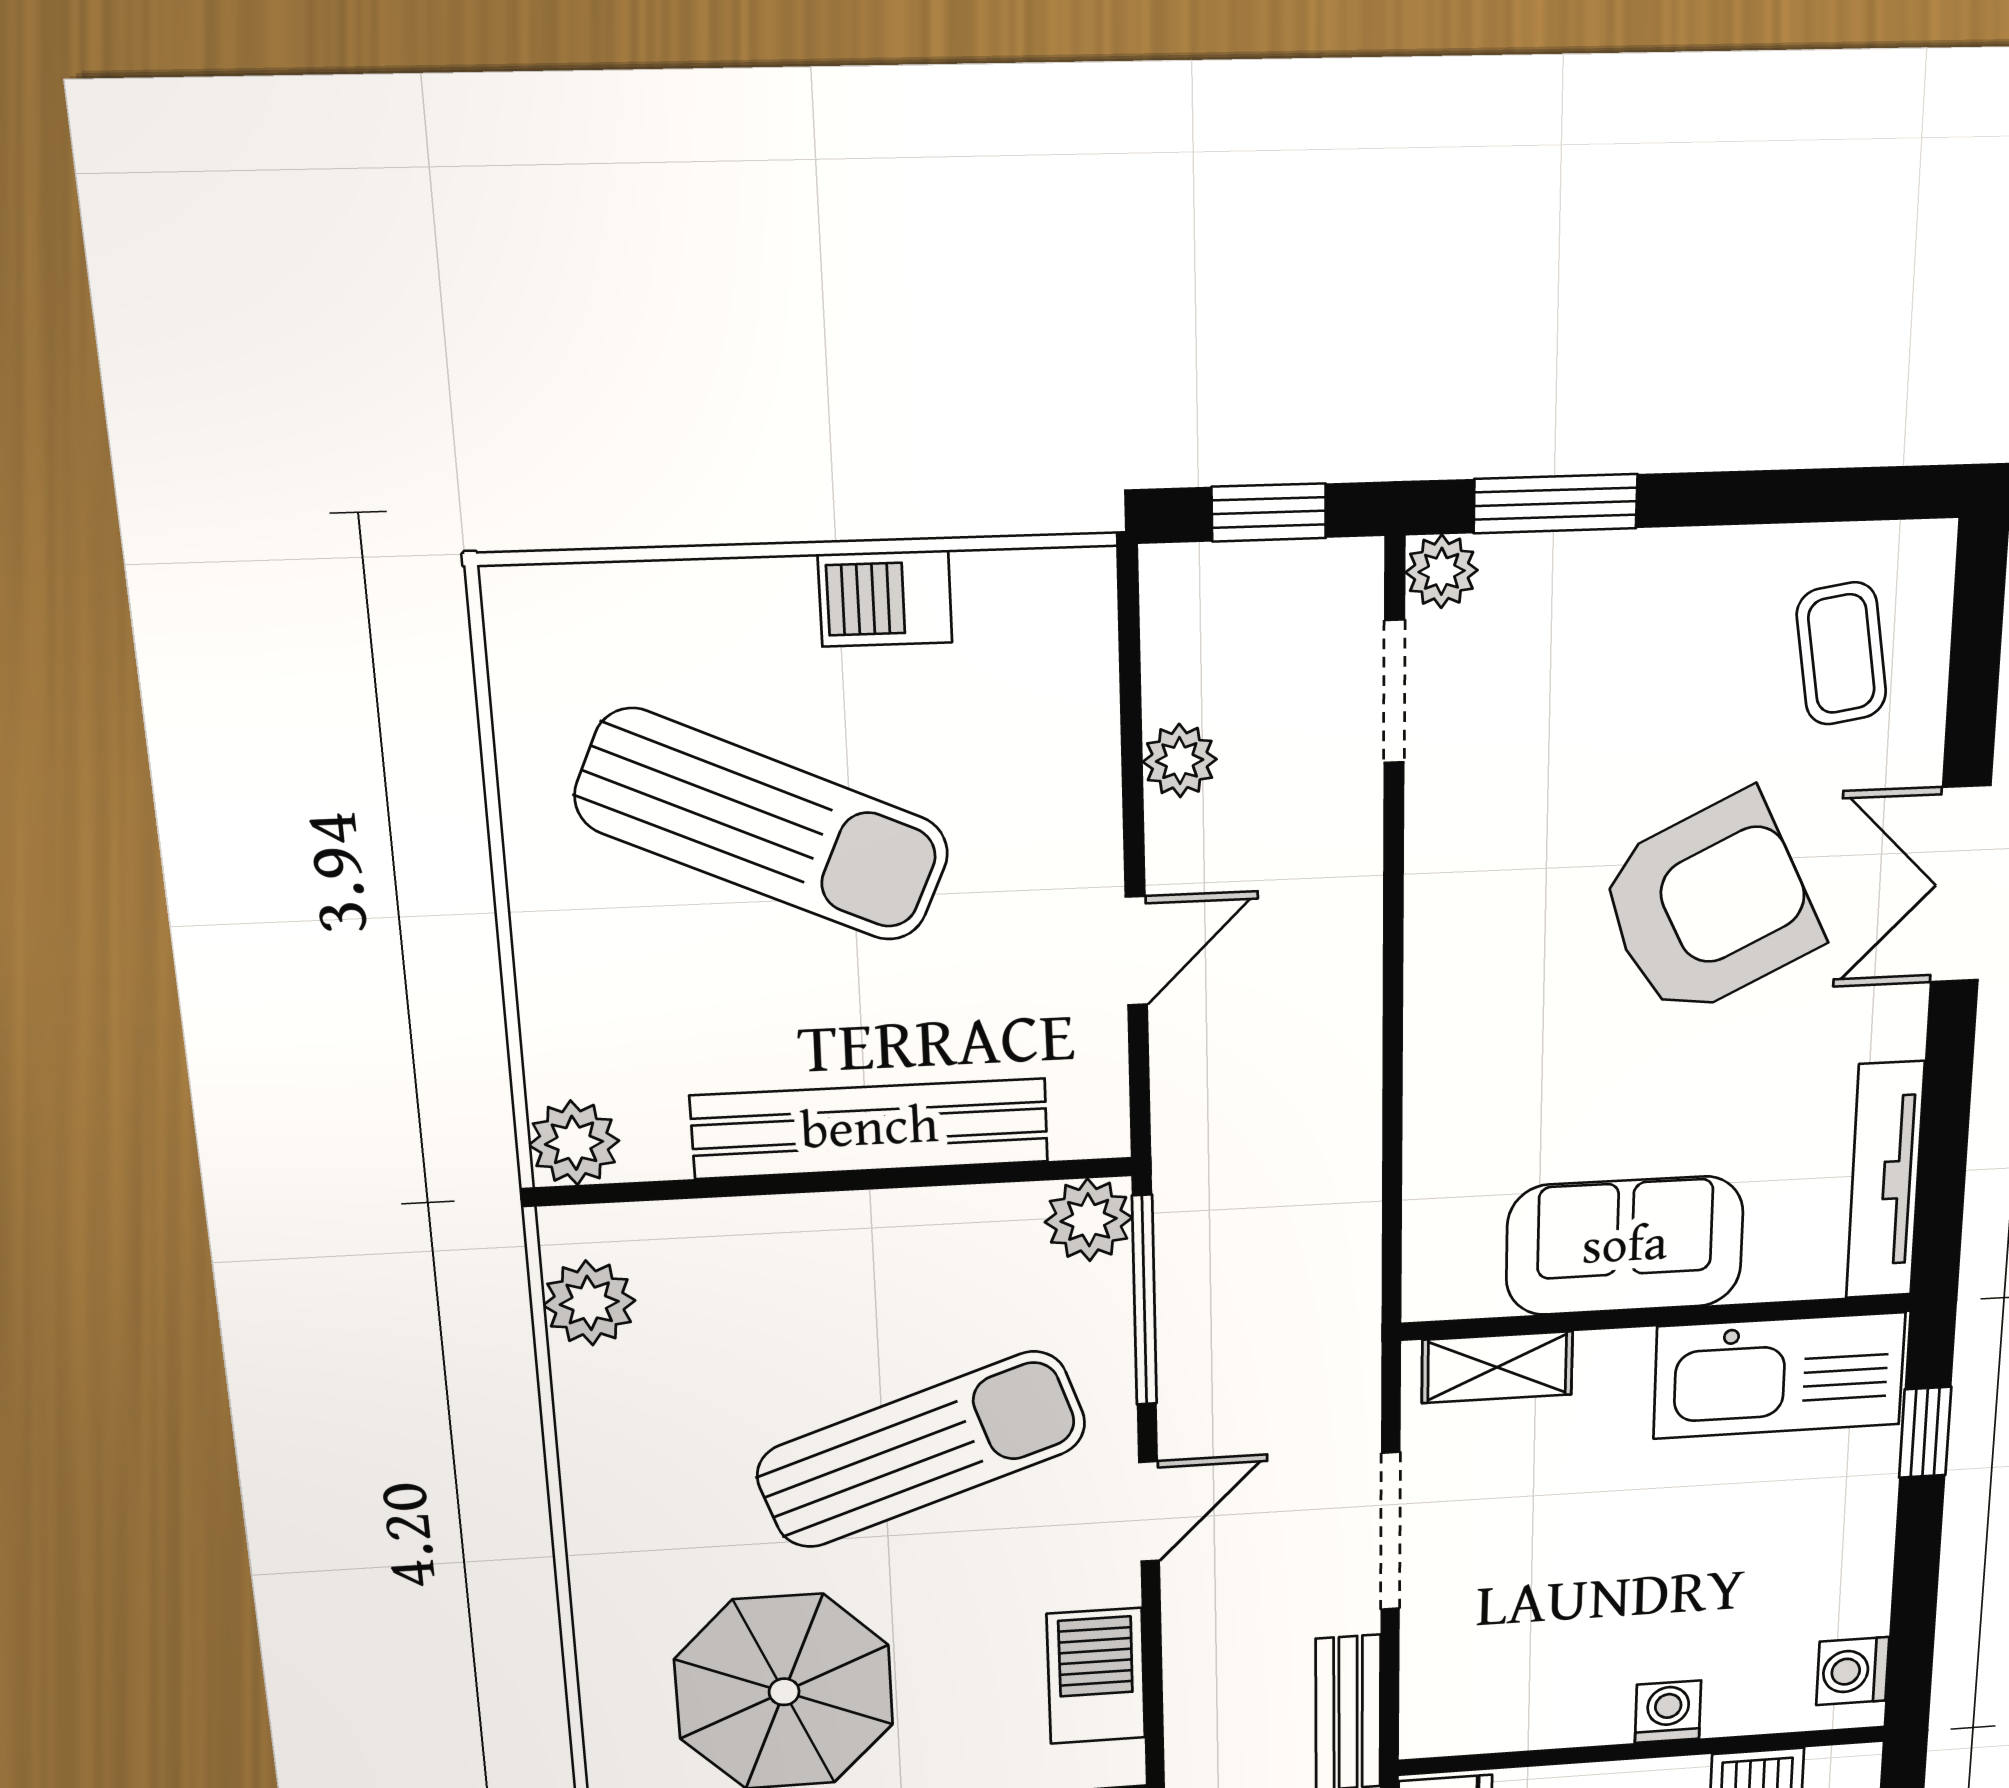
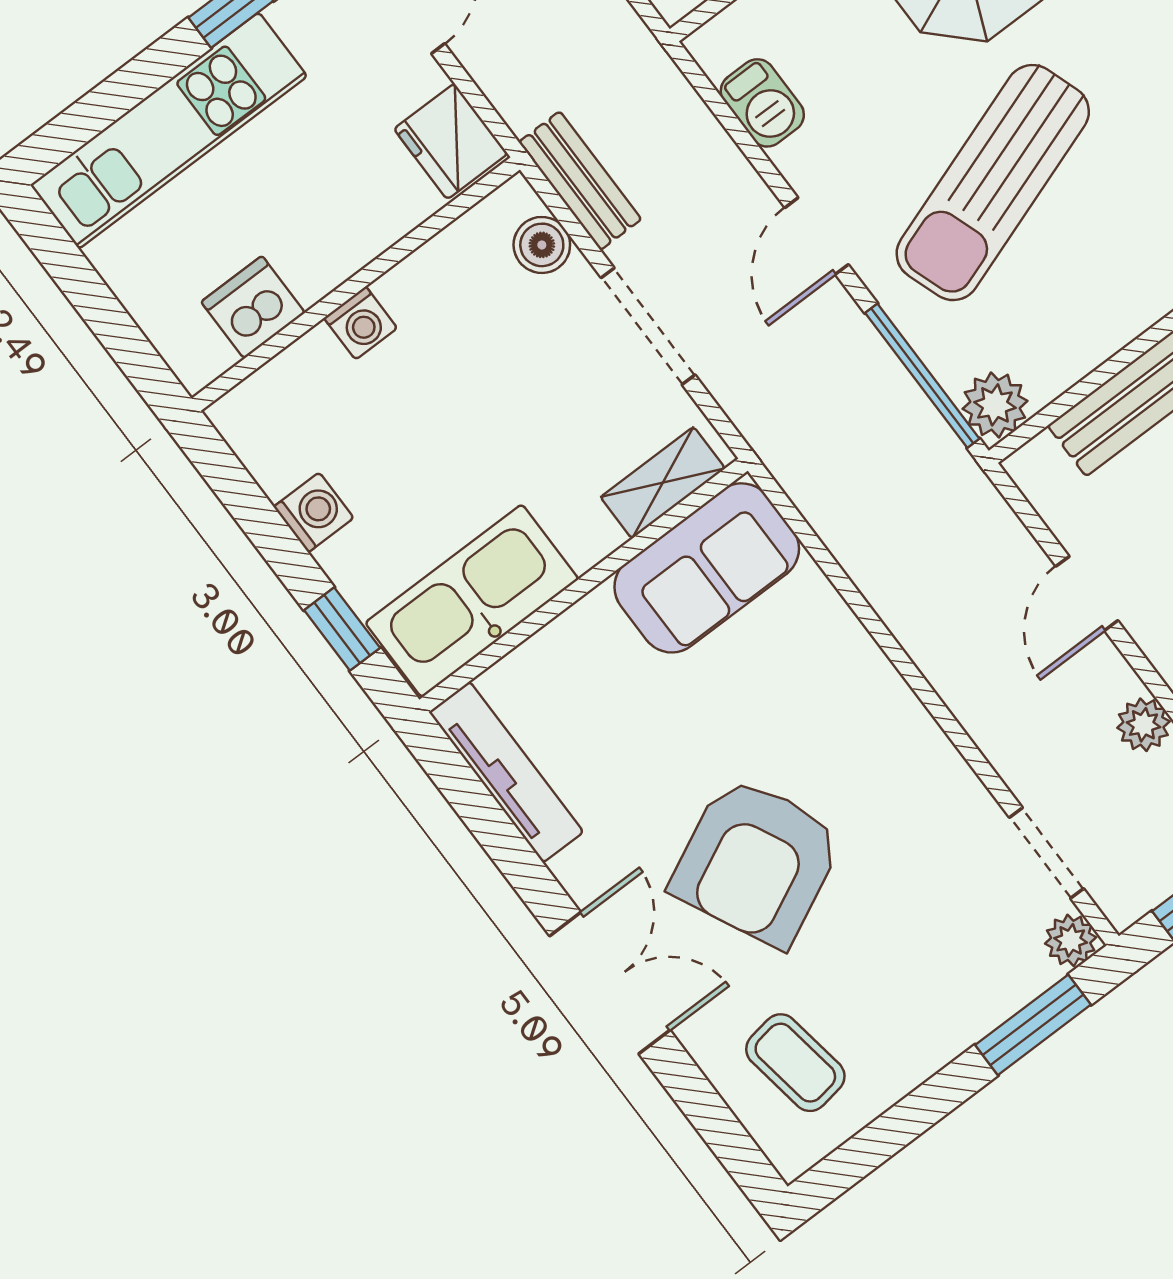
sofa: (1625, 1246) -> (707, 568), moved
washing machine: (1853, 1671) -> (314, 512), moved
boiler: (1434, 1675) -> (542, 245), added
barbecue: (1096, 1676) -> (762, 103), width x0.73, depth x0.79

